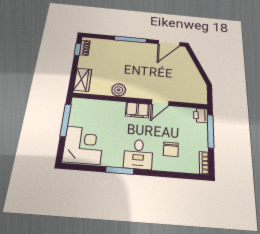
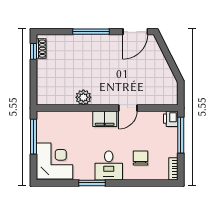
wardrobe: (83, 80) -> (44, 89), removed
chair: (171, 149) -> (140, 158), turned 180

